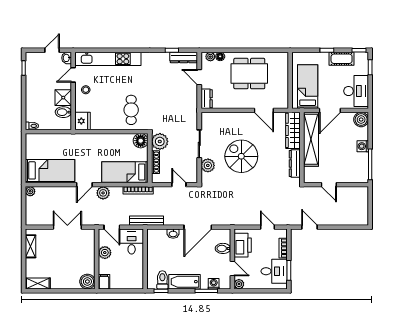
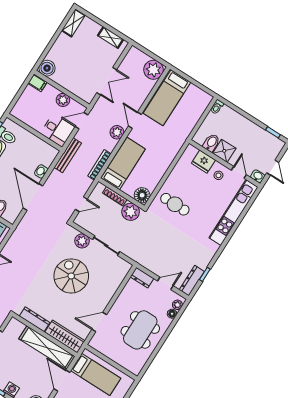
fridge: (82, 121) -> (203, 162), moved
spiral stairs: (241, 156) -> (71, 276), turned -90
plant: (30, 191) -> (153, 70), width x1.87, depth x1.87

